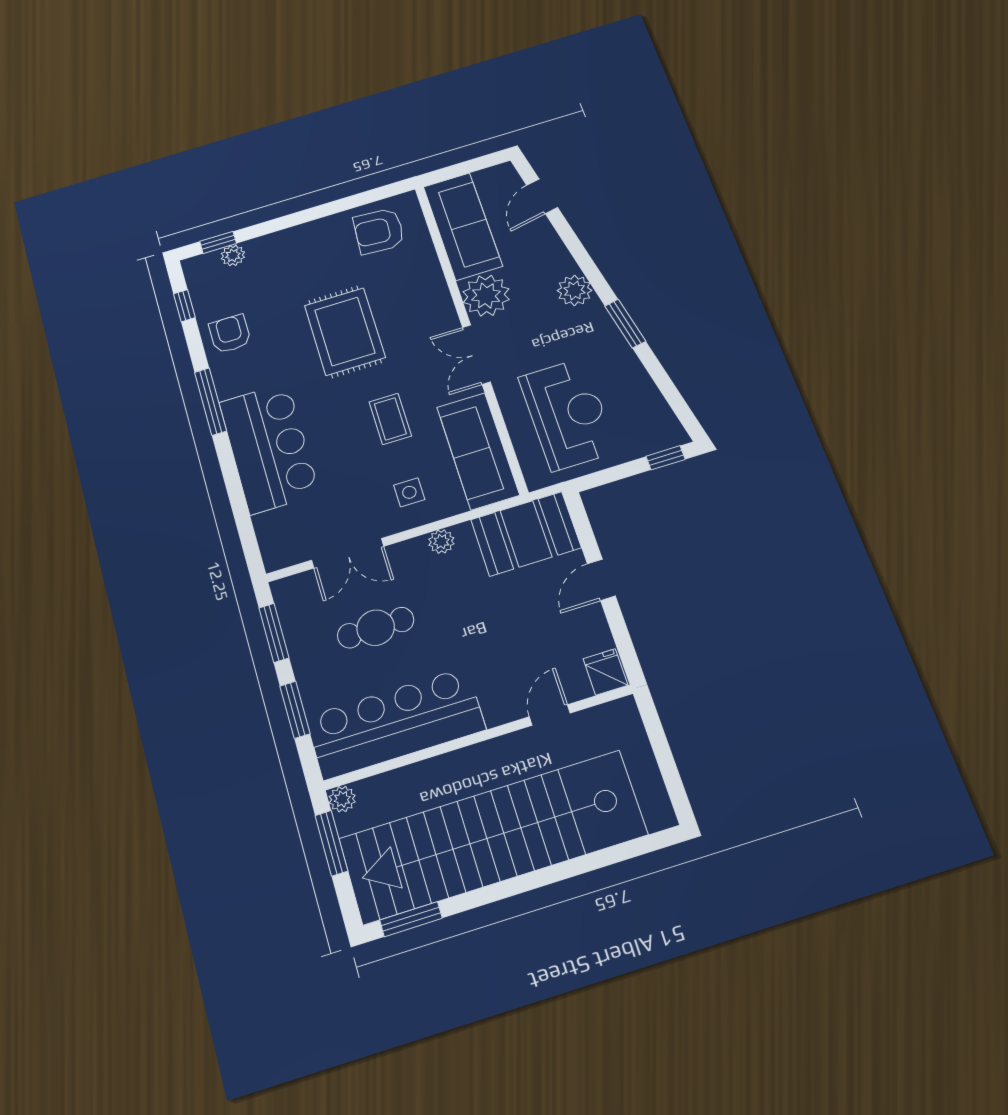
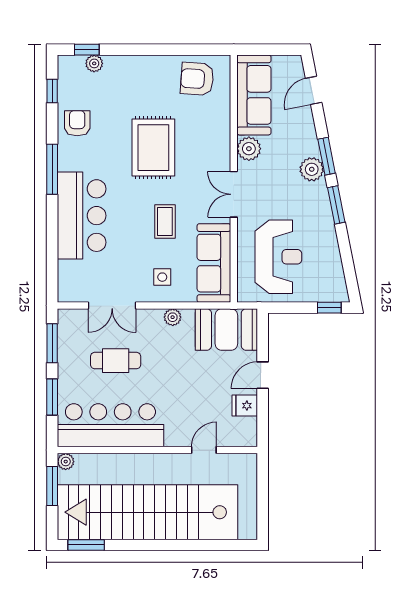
window: (589, 268) -> (327, 156), added
plant: (486, 296) -> (249, 149), width x0.73, depth x0.73
fridge: (605, 672) -> (245, 406), moved, turned -90

